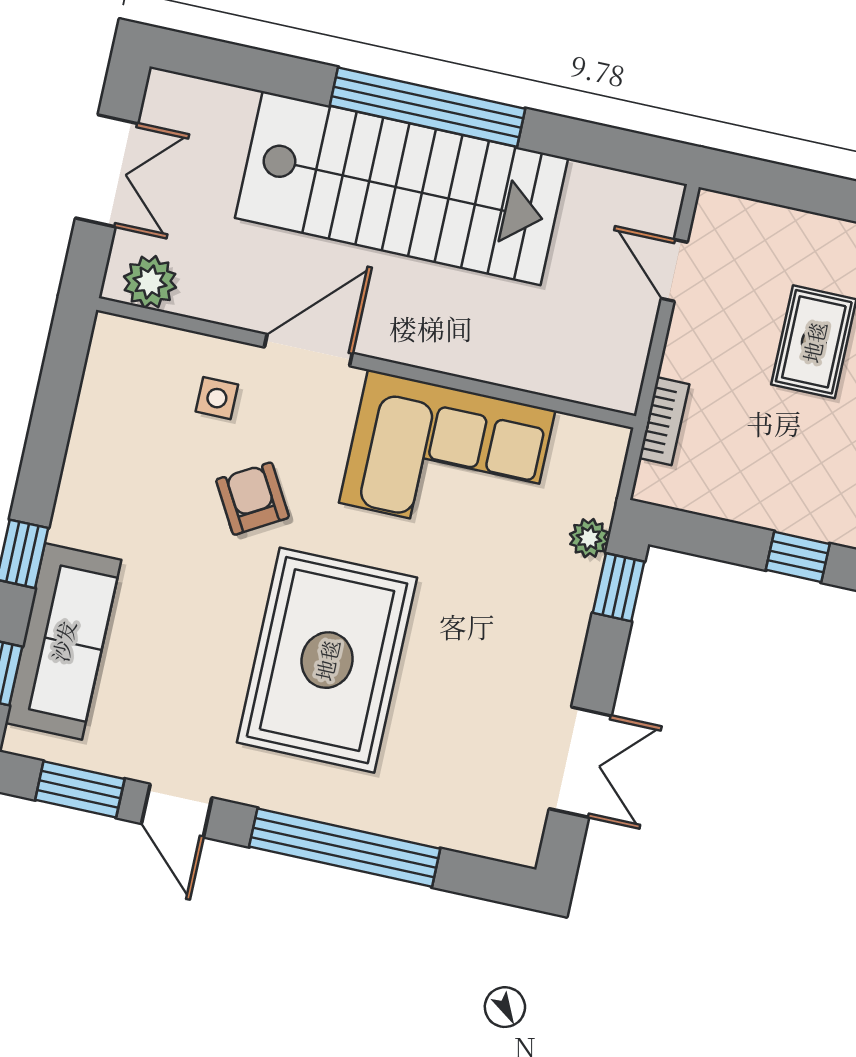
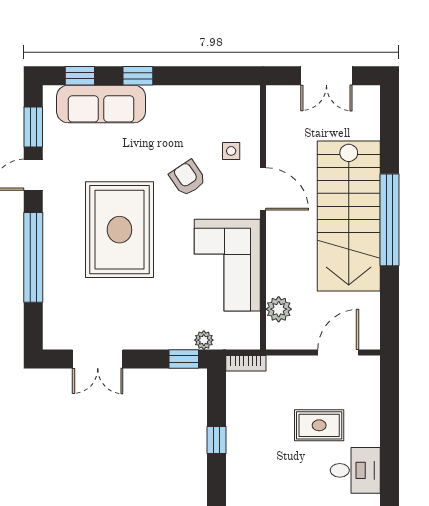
door: (674, 270) -> (338, 352), width x1.38
plant: (150, 282) -> (279, 309), moved
bookcase: (664, 421) -> (246, 363), moved
armchair: (252, 499) -> (188, 178), turned -94
rug: (327, 660) -> (119, 230), turned 90

